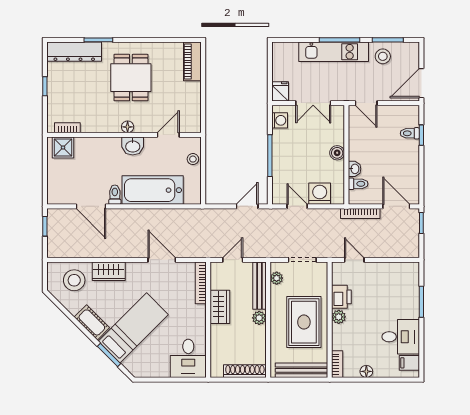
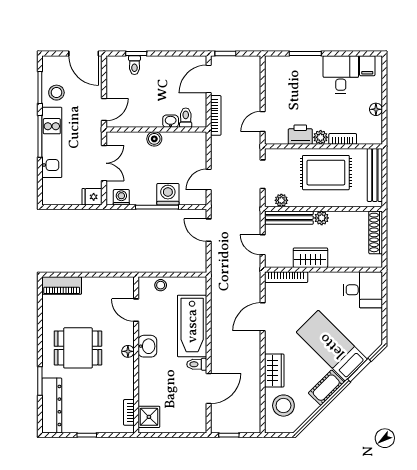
washing machine: (320, 194) -> (168, 194), moved, turned 90
bookcase: (337, 364) -> (343, 139), moved

